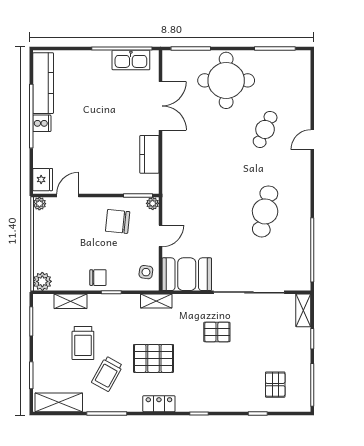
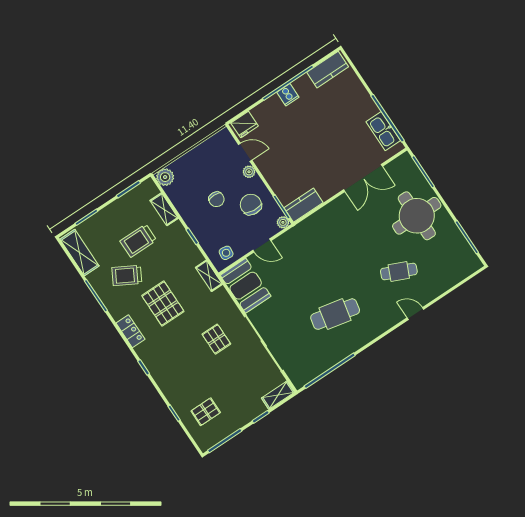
kitchen counter: (43, 83) -> (328, 70), width x0.67
kitchen counter: (149, 154) -> (304, 205), moved
plant: (39, 204) -> (249, 172), moved
chair: (98, 278) -> (216, 199), moved

